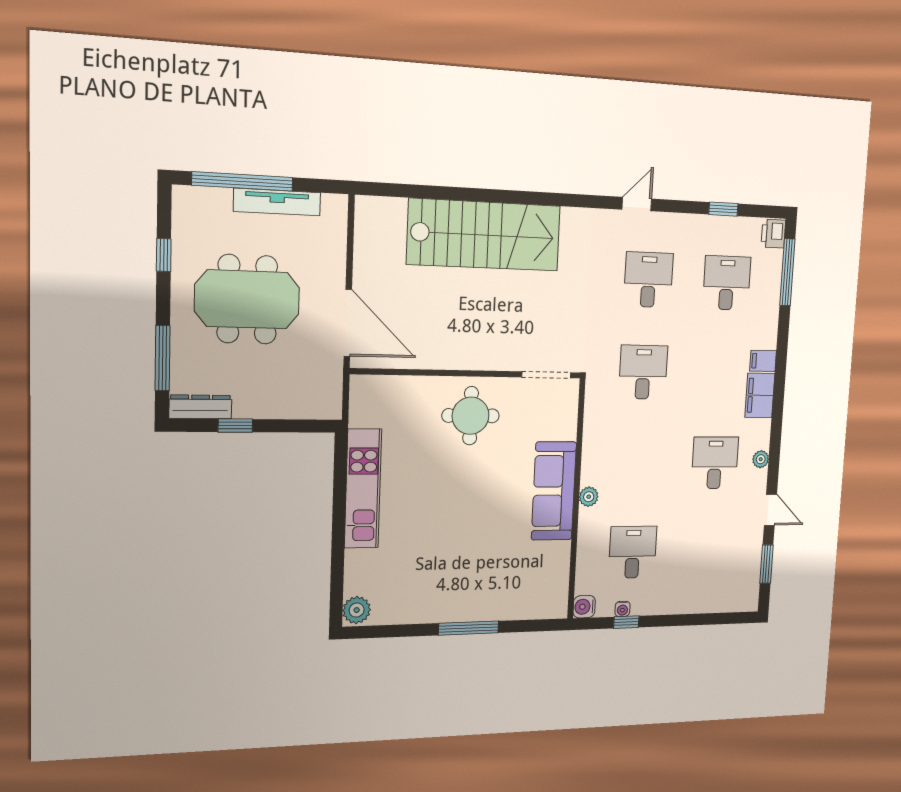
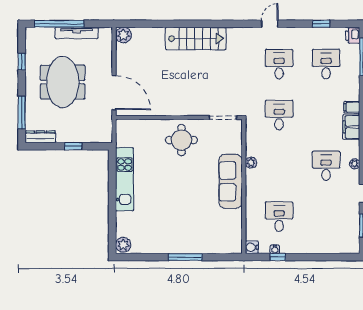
plant: (370, 211) -> (123, 35), added
stairs: (484, 235) -> (196, 39), width x0.73, depth x0.66
meeting table: (247, 299) -> (63, 82), turned 90
window: (235, 426) -> (73, 146), moved
plant: (589, 497) -> (251, 163), moved

